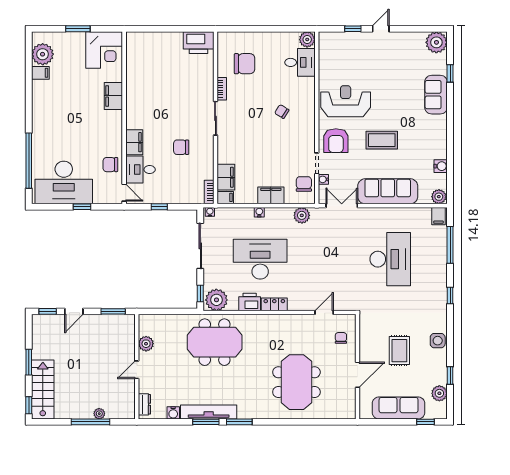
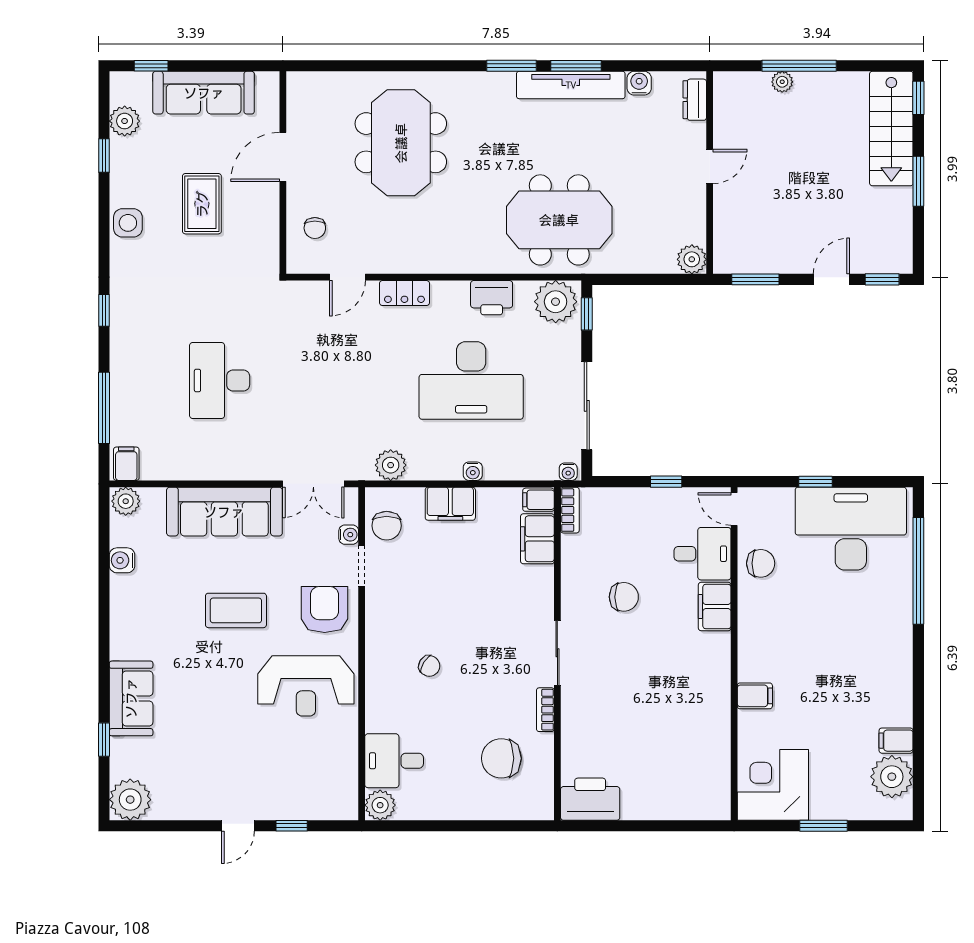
filing cabinet: (113, 96) -> (755, 696), width x0.50
desk: (390, 259) -> (220, 381), width x0.73, depth x0.77
locker: (274, 304) -> (404, 293), moved
plant: (146, 344) -> (692, 259), moved

